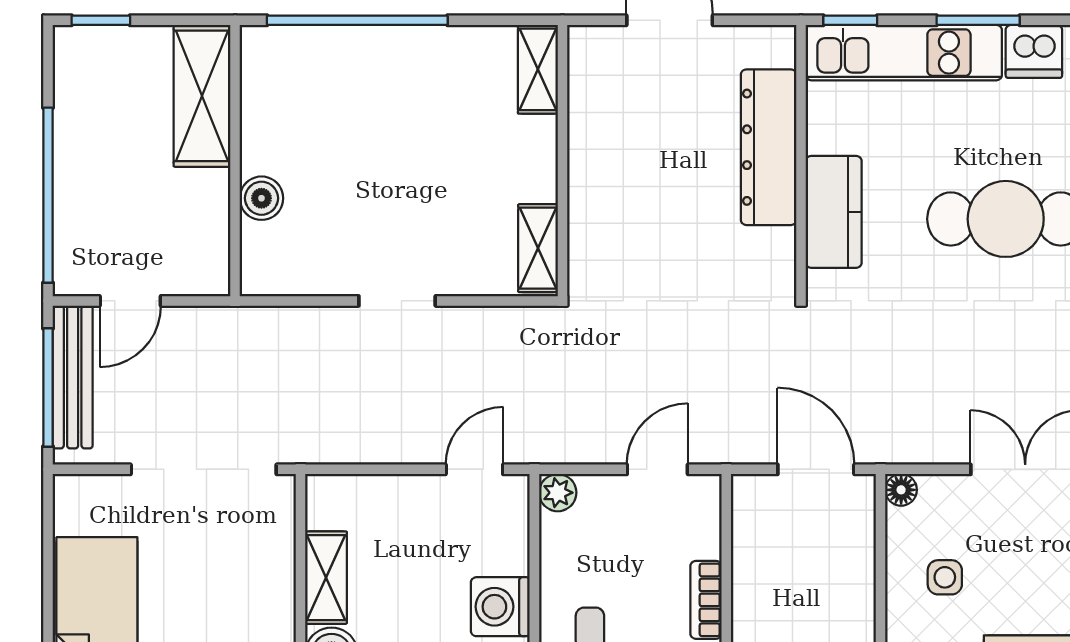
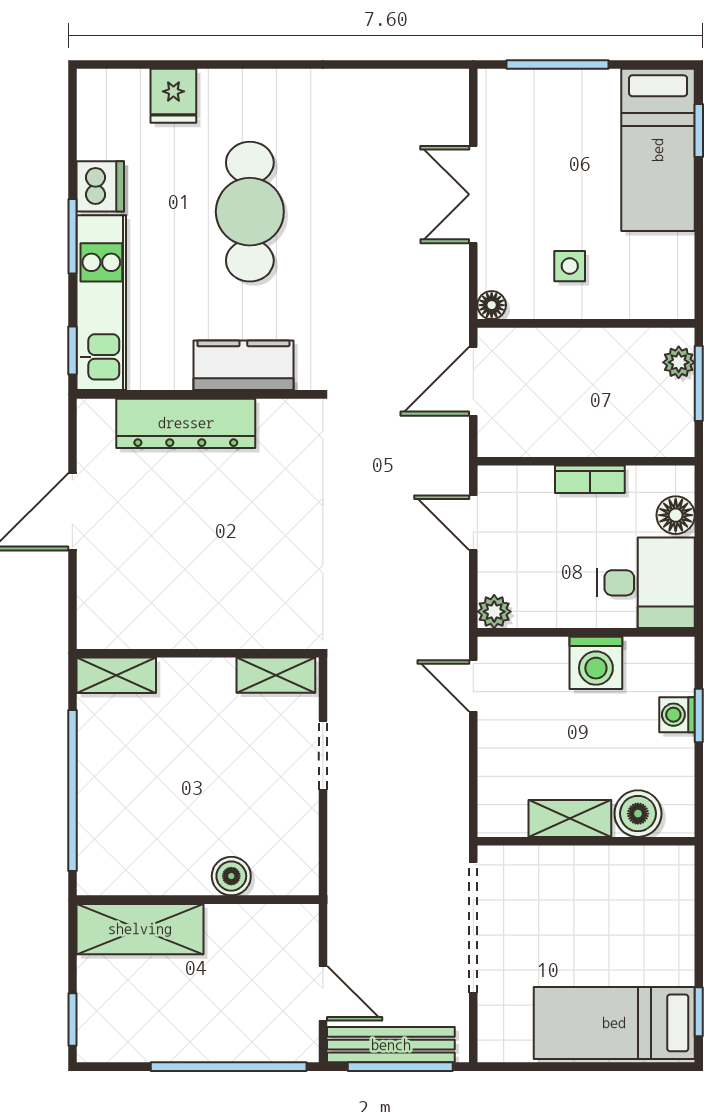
shelving: (538, 69) -> (116, 675), moved
wall: (562, 161) -> (198, 653), moved
shelving: (538, 248) -> (276, 675), moved

